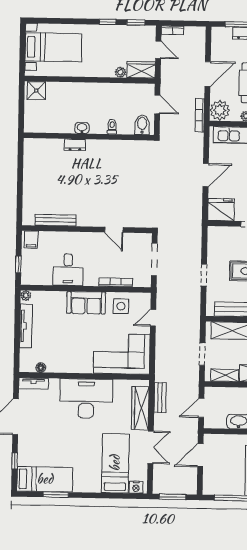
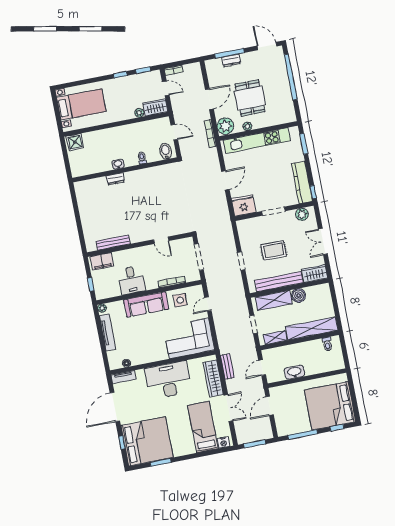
filing cabinet: (31, 240) -> (102, 261), width x2.00
sofa: (86, 303) -> (146, 304), width x1.36
bed: (45, 479) -> (147, 441), width x2.04

